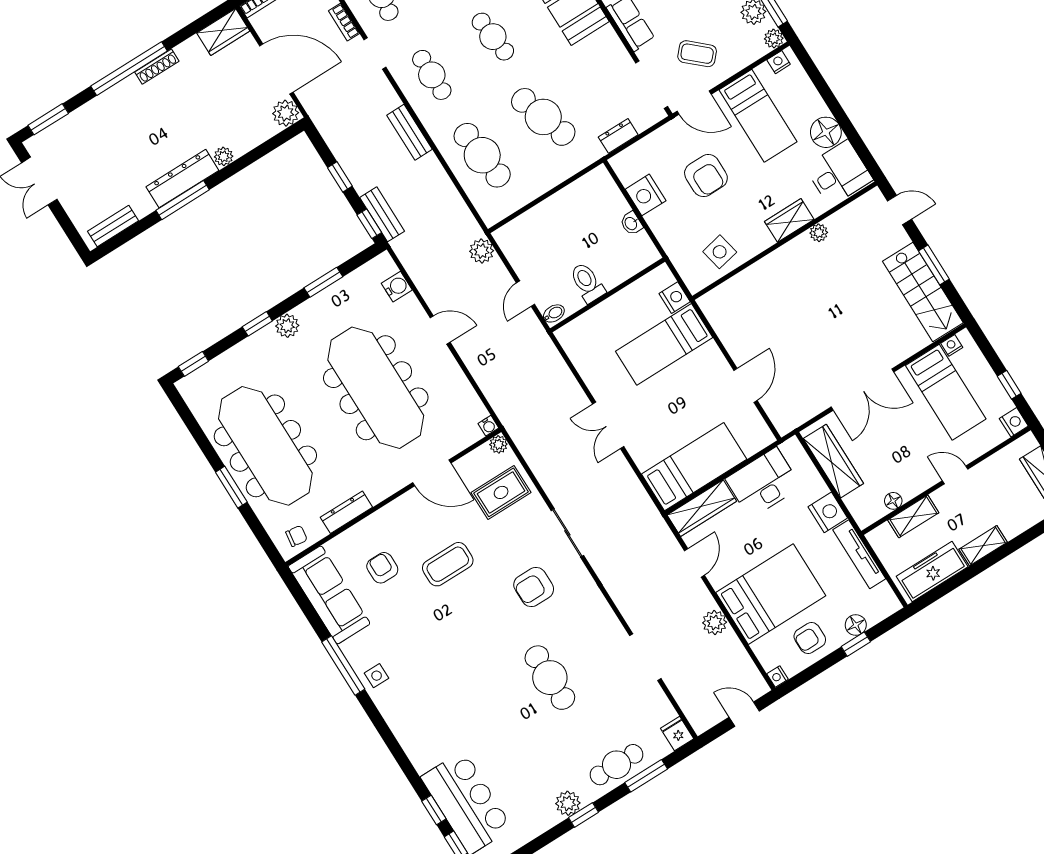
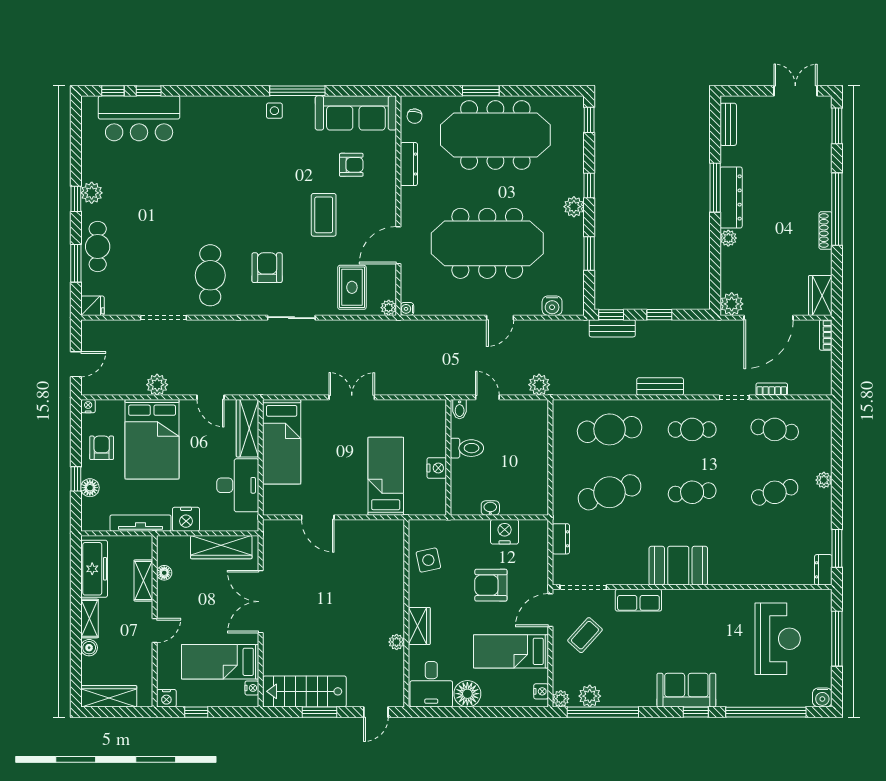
nightstand: (675, 298) -> (437, 468), moved, turned -90
boiler: (1012, 528) -> (89, 648), added
cafe table: (550, 678) -> (210, 275), moved, turned 90

